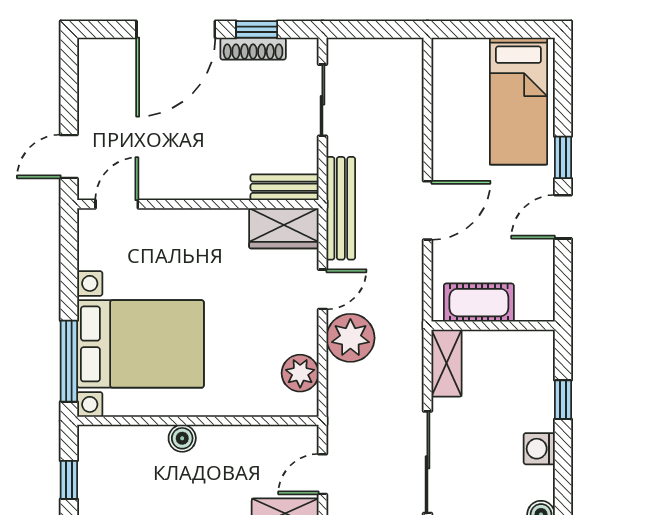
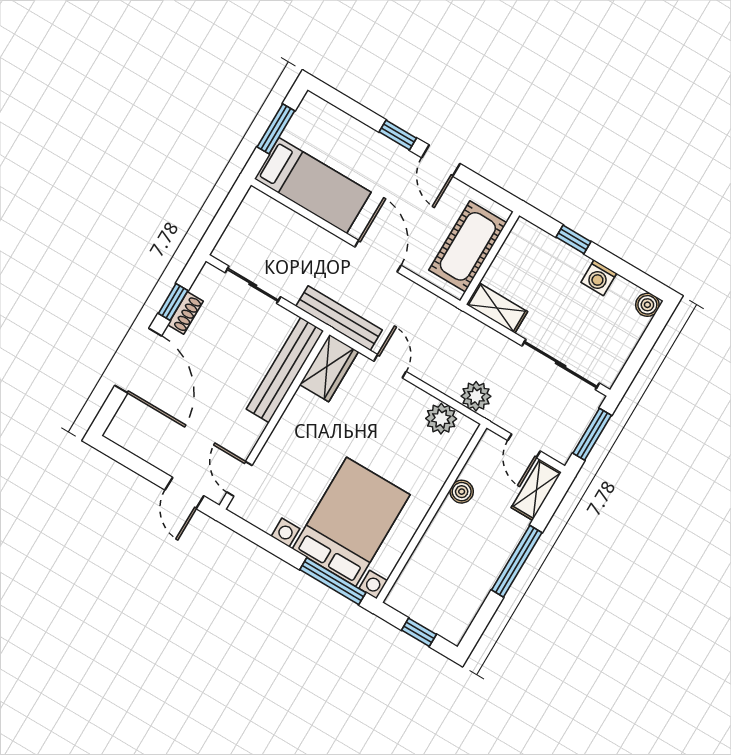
window: (495, 29) -> (276, 129), added
shoe rack: (253, 49) -> (186, 313), width x0.70
bed: (518, 101) -> (313, 185), moved
bench: (285, 187) -> (285, 370), width x1.86, depth x1.21
cot: (479, 303) -> (468, 246), width x1.37, depth x1.34
plant: (350, 338) -> (476, 396), moved, width x0.73, depth x0.73
boiler: (182, 438) -> (462, 492), moved

